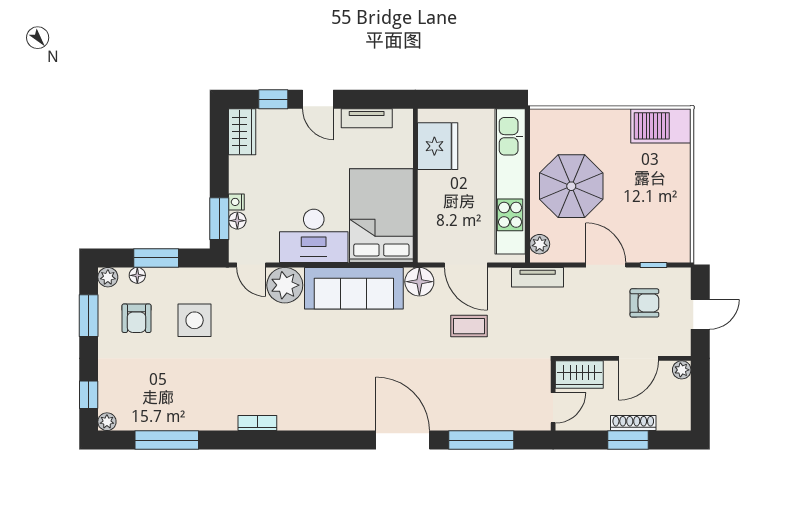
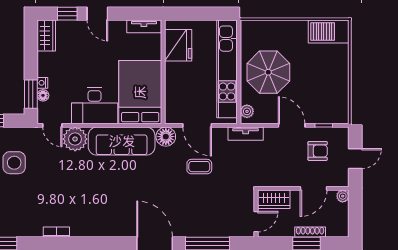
tv unit: (367, 118) -> (144, 26), moved

